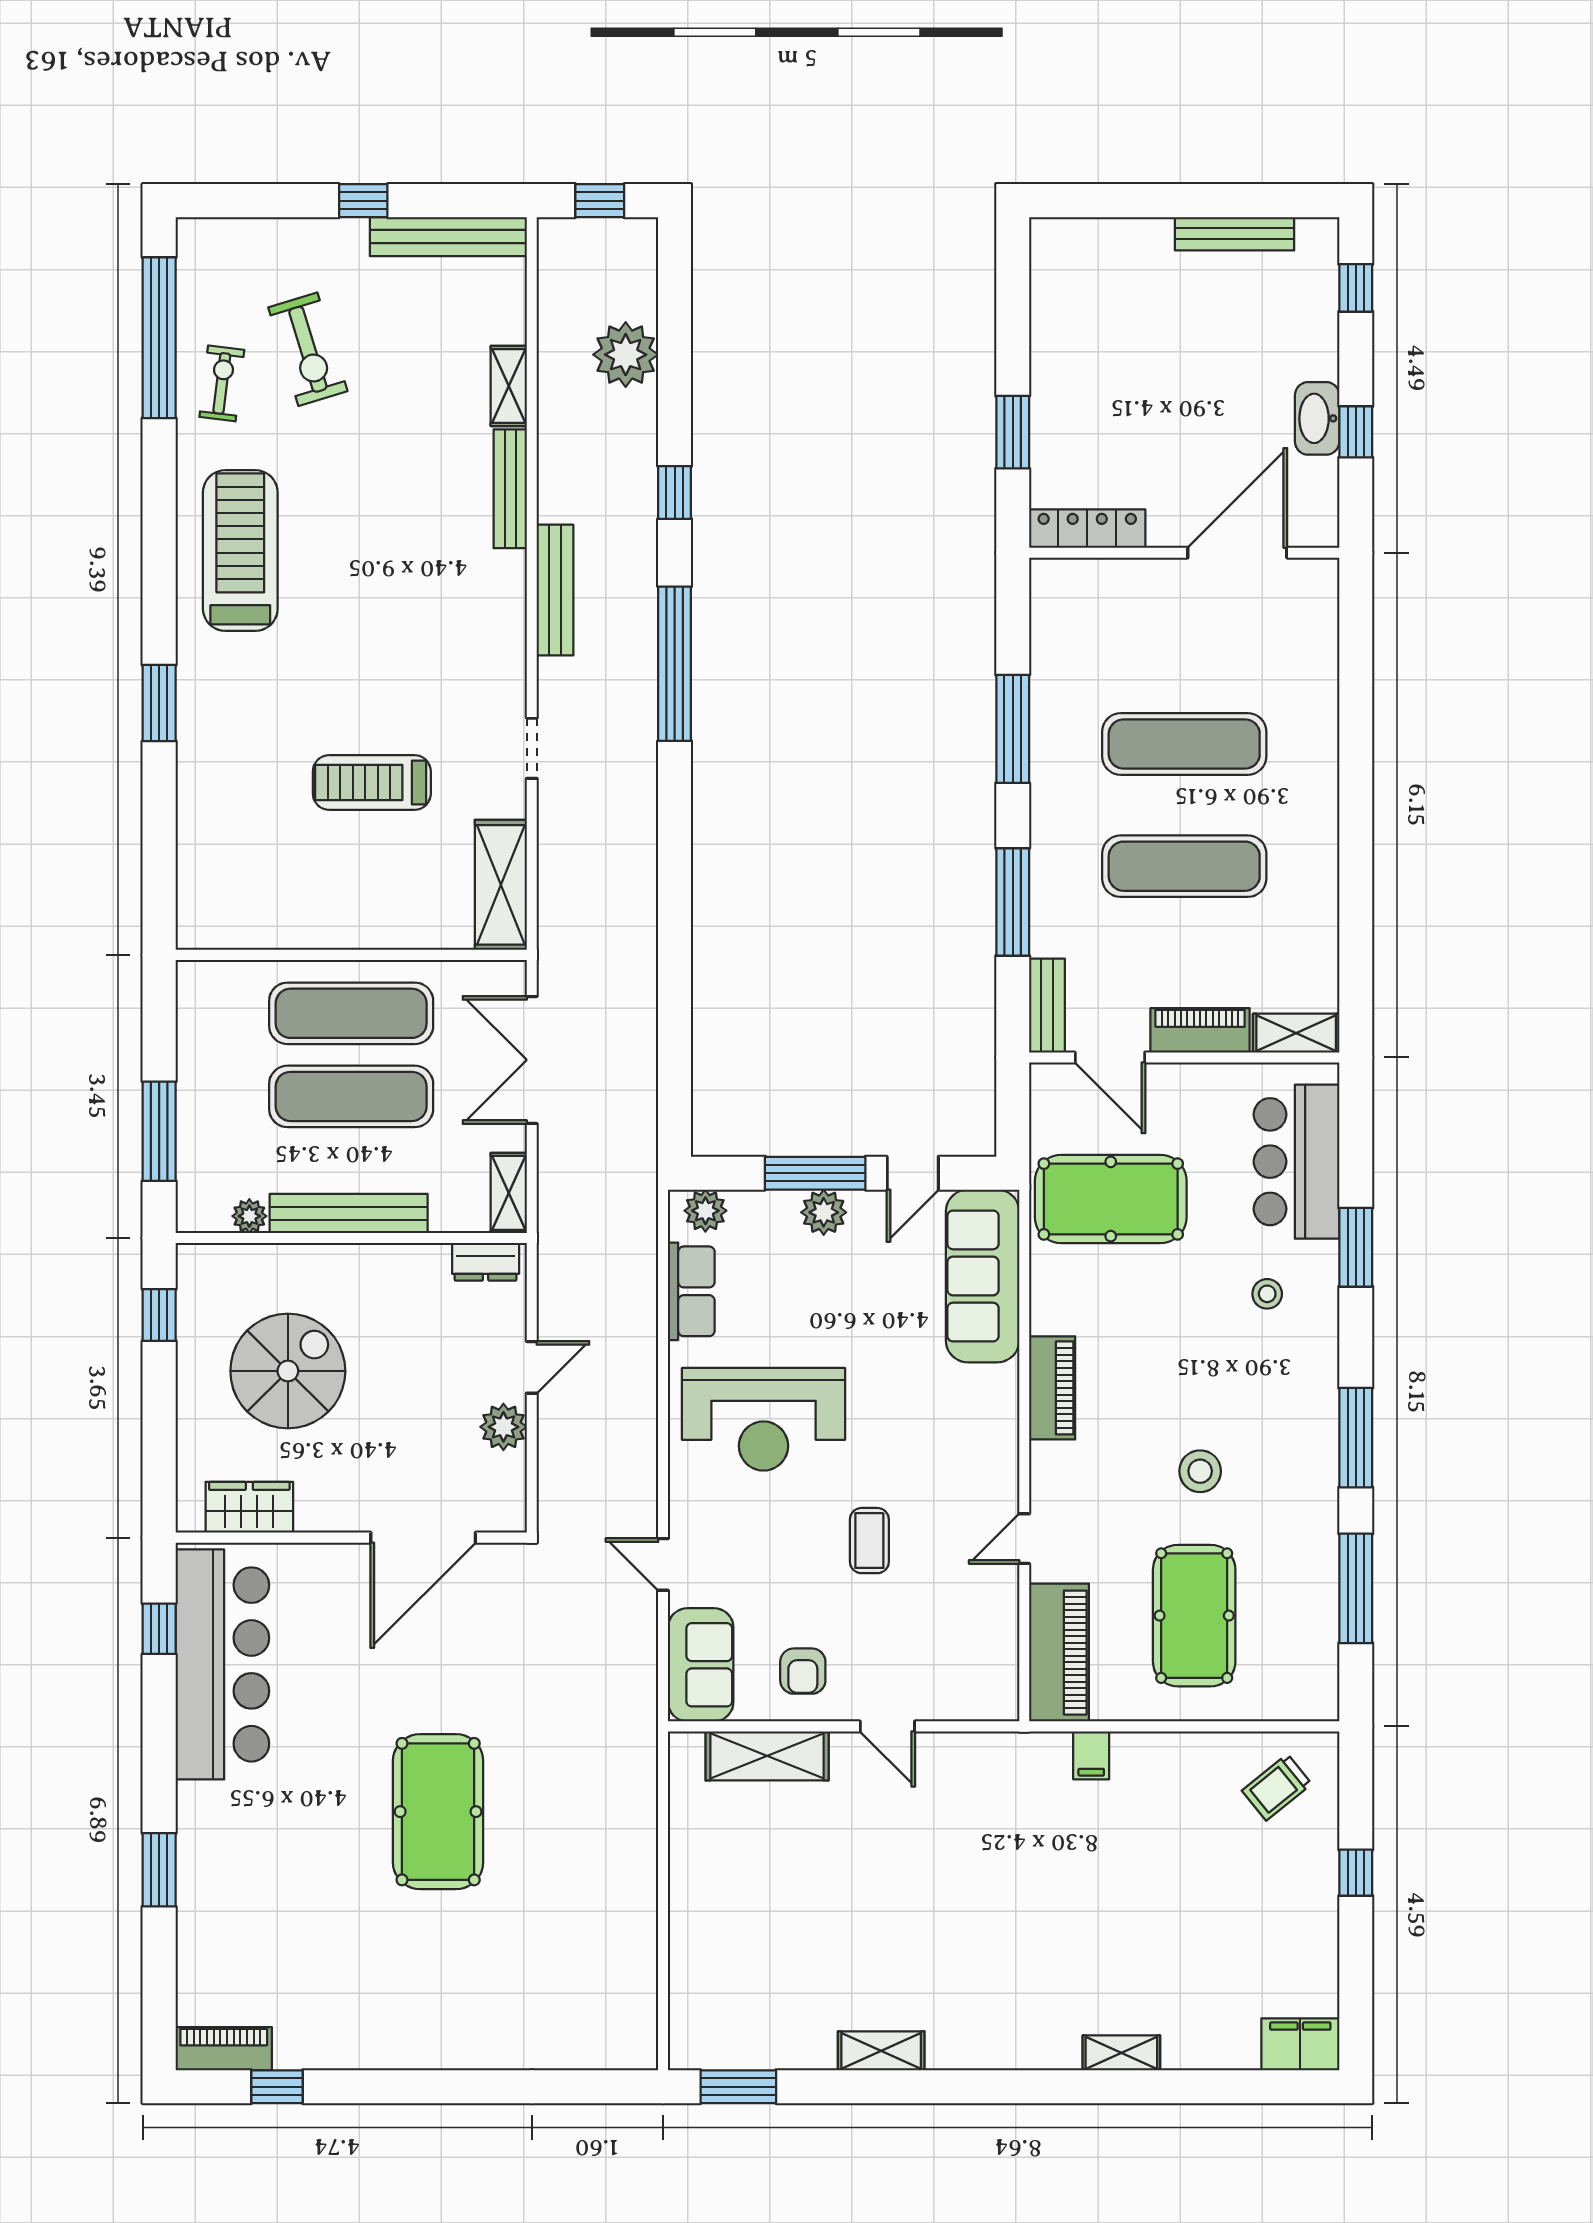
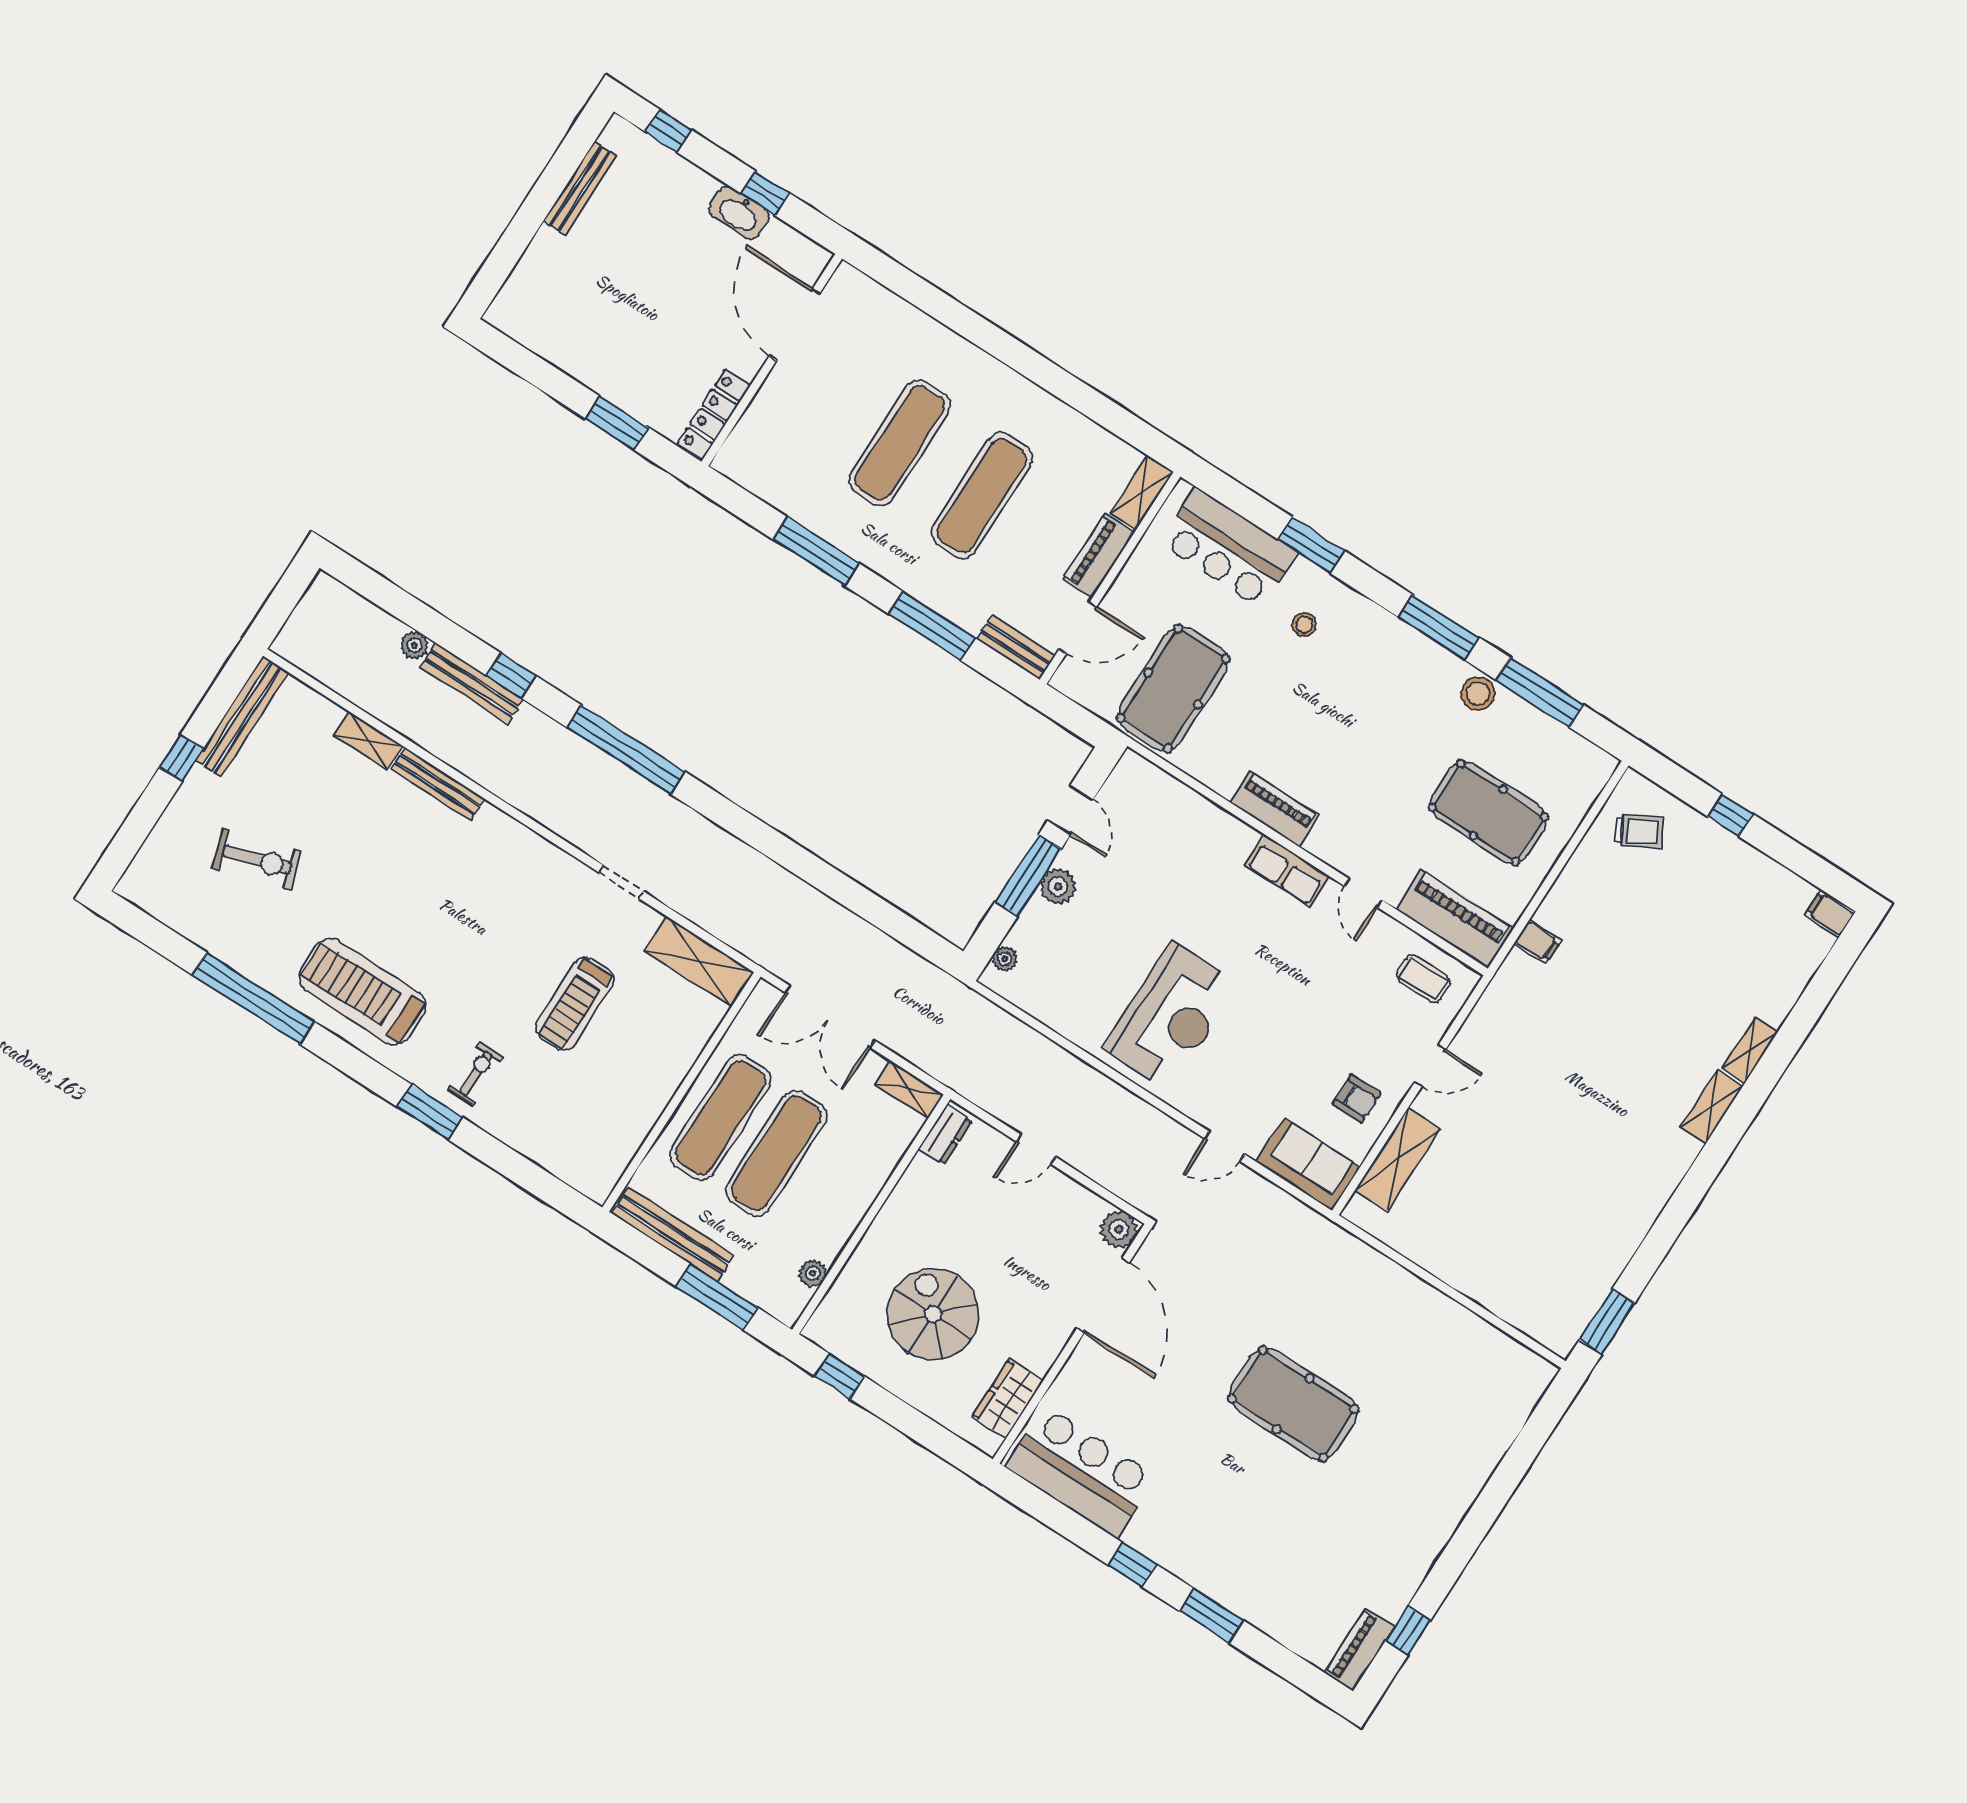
window: (600, 201) -> (283, 600), removed
window: (159, 338) -> (253, 998), moved
plant: (626, 355) -> (414, 645), width x0.53, depth x0.53
exercise bike: (222, 383) -> (476, 1073), moved, turned 83
bench: (555, 590) -> (472, 683), moved
plant: (705, 1211) -> (1005, 959), width x0.73, depth x0.73
bench: (349, 1213) -> (673, 1234), moved, turned 90
sofa: (983, 1276) -> (1169, 808), removed
row of seats: (691, 1291) -> (1287, 871), moved, turned 180
door: (532, 1367) -> (1036, 1149), swing flipped
plant: (503, 1427) -> (1119, 1229), moved
stool: (1200, 1471) -> (1478, 694), moved
coffee table: (869, 1541) -> (1423, 979), moved
window: (159, 1629) -> (1132, 1565), moved
bar counter: (222, 1664) -> (1081, 1472), width x0.73
trolley: (1277, 1787) -> (1639, 831), turned -80
filing cabinet: (1300, 2044) -> (1830, 913), width x0.50
shelving: (881, 2051) -> (1712, 1106), moved

